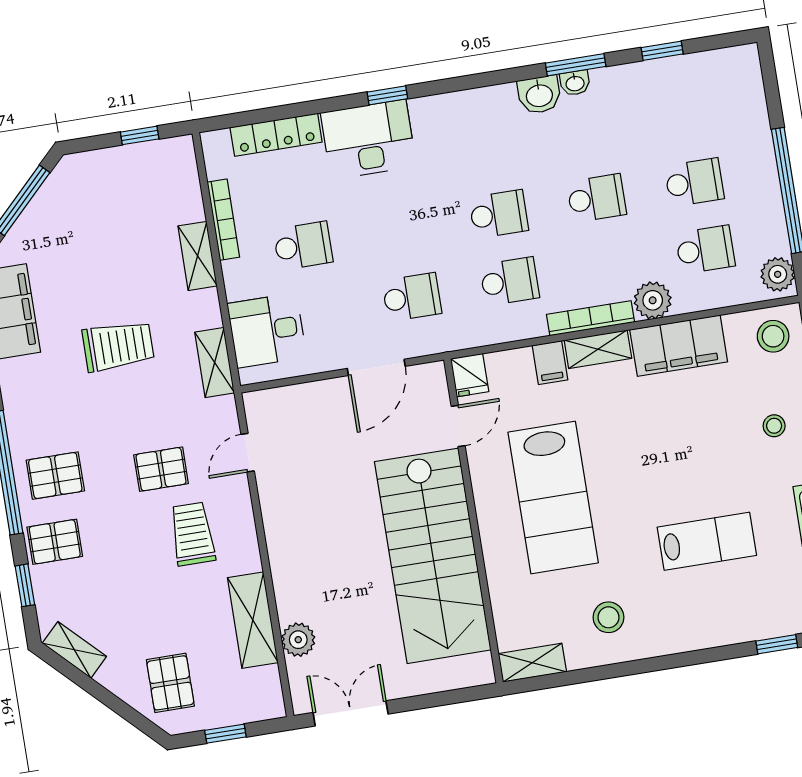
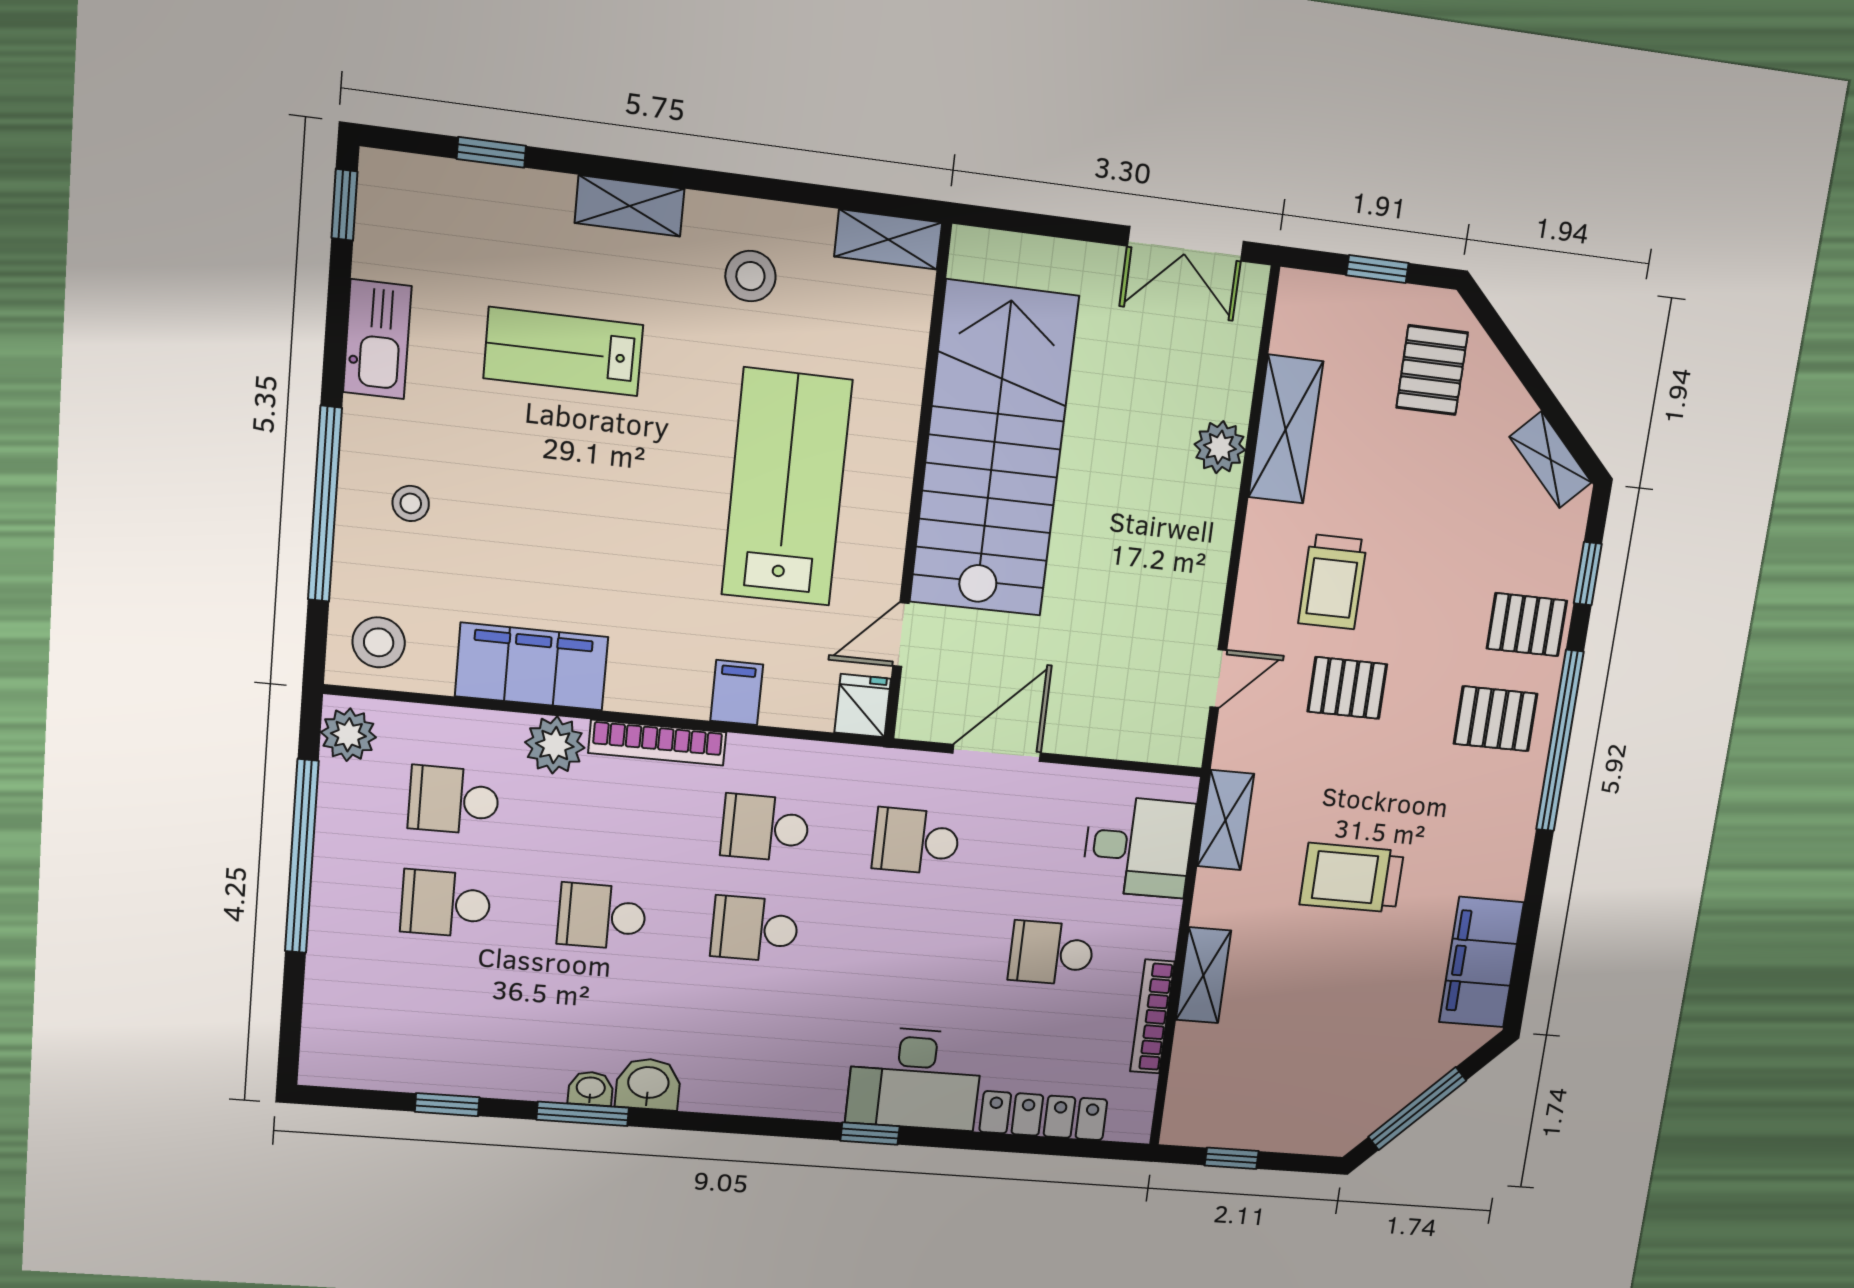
shelving: (598, 349) -> (630, 206), moved
plant: (298, 640) -> (1220, 447), moved

